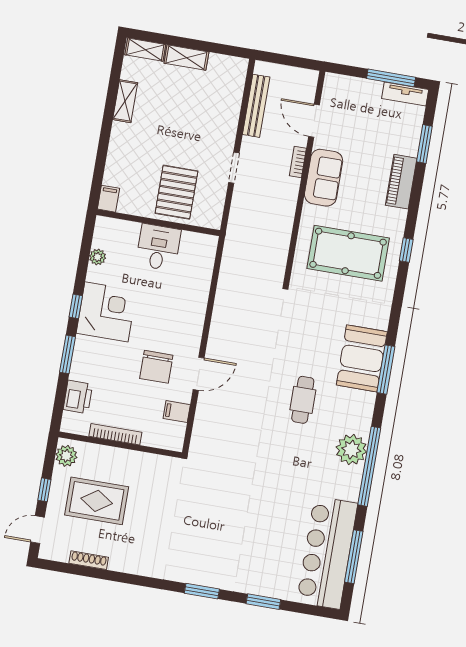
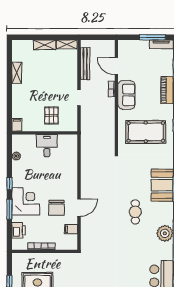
shelving: (145, 50) -> (67, 44), moved
pallet: (176, 192) -> (51, 115), width x0.67, depth x0.71
corner desk: (106, 312) -> (26, 201), moved
plant: (66, 456) -> (18, 262), removed

